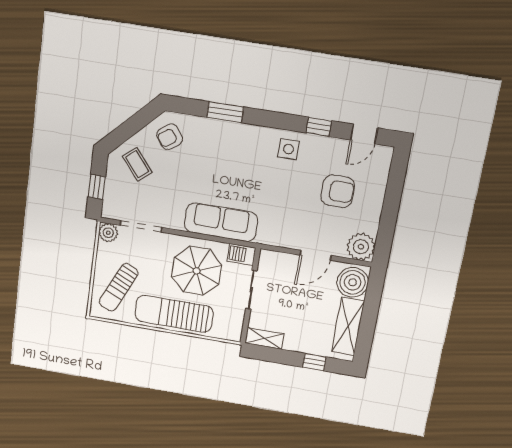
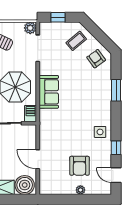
sofa: (221, 222) -> (49, 92), width x0.73
plant: (361, 247) -> (80, 190), moved, width x0.53, depth x0.53

